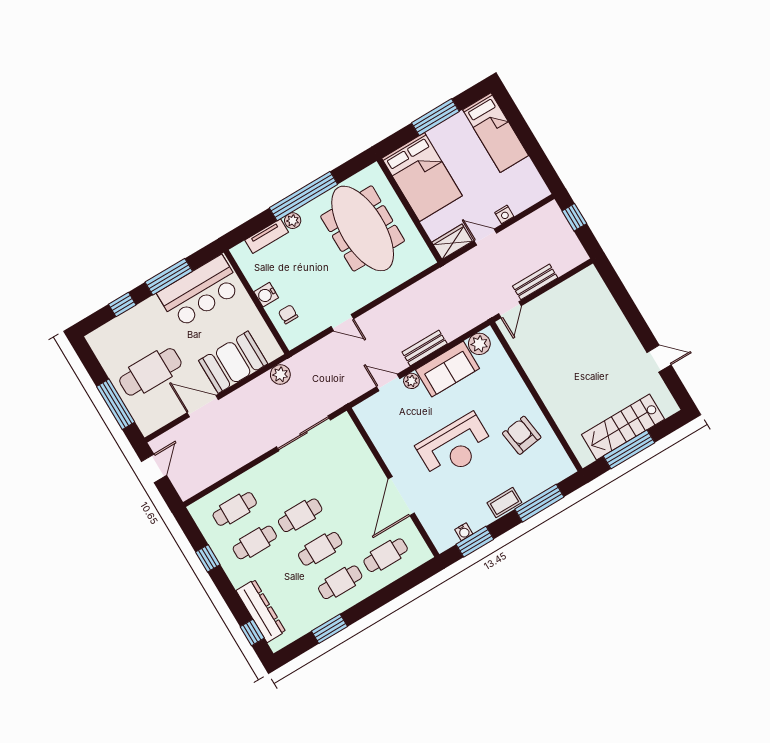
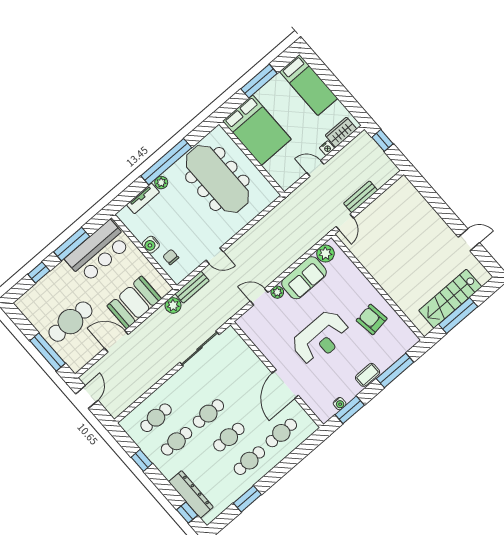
wardrobe: (452, 242) -> (341, 132), moved
bench: (425, 348) -> (192, 287), moved

